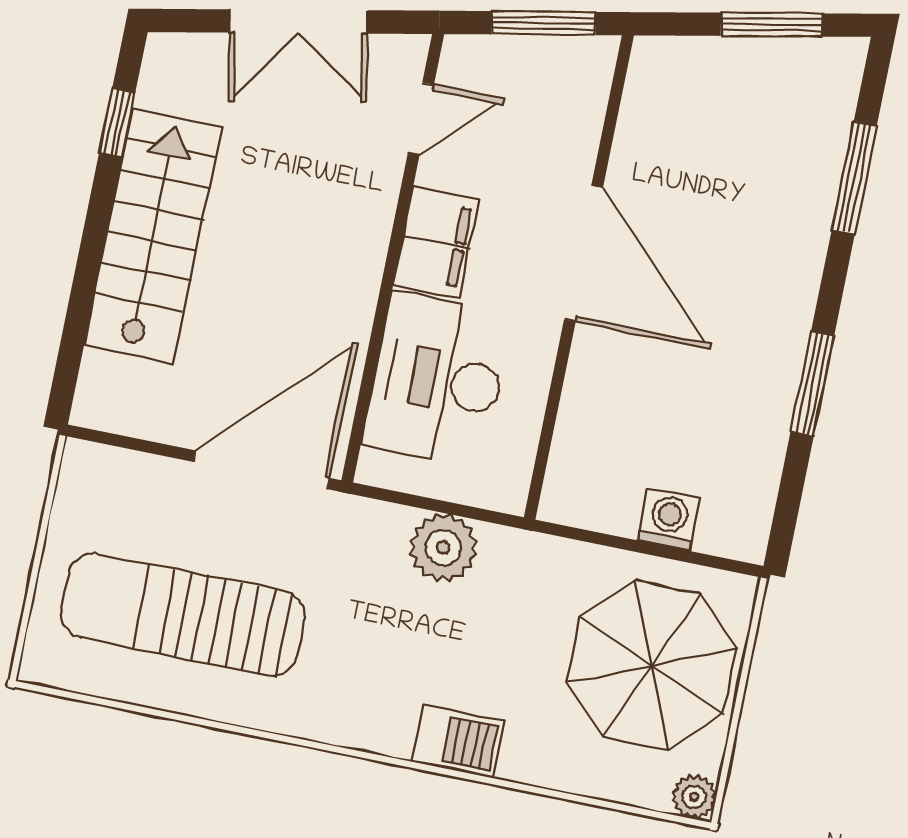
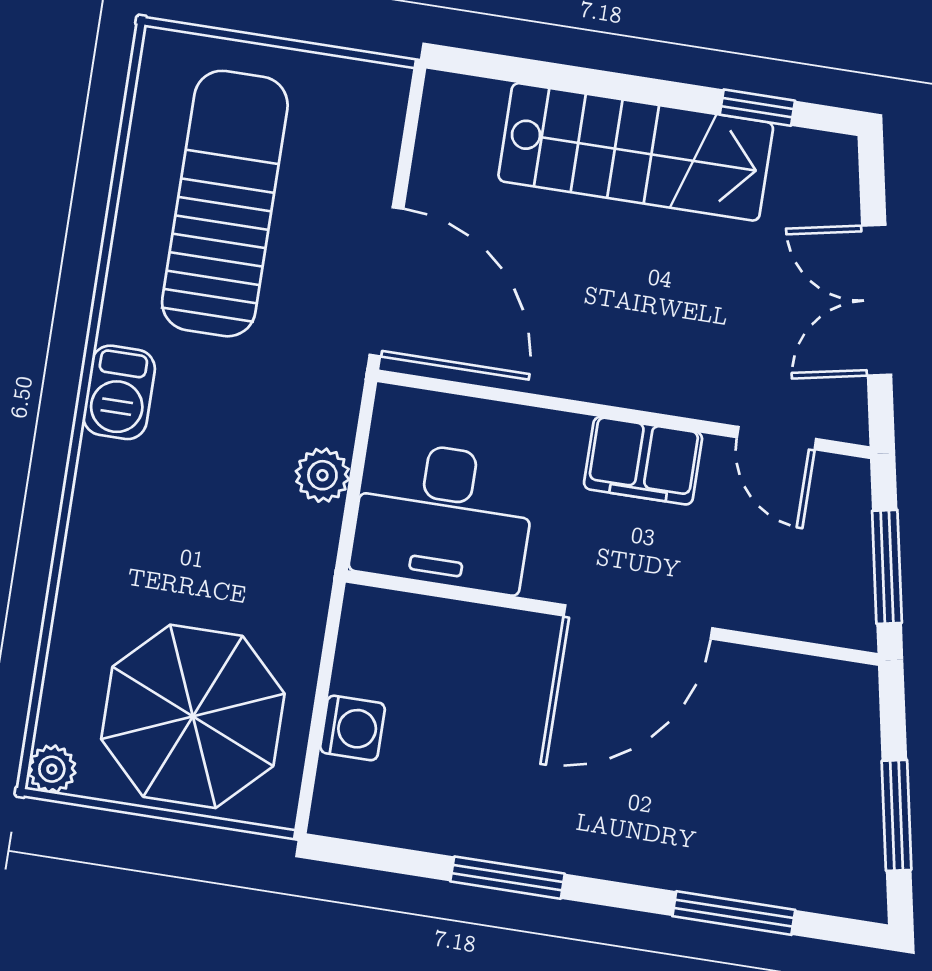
desk: (437, 379) -> (444, 516), moved, turned 180
plant: (443, 547) -> (322, 475), width x0.73, depth x0.73
barbecue: (458, 741) -> (119, 392), moved

